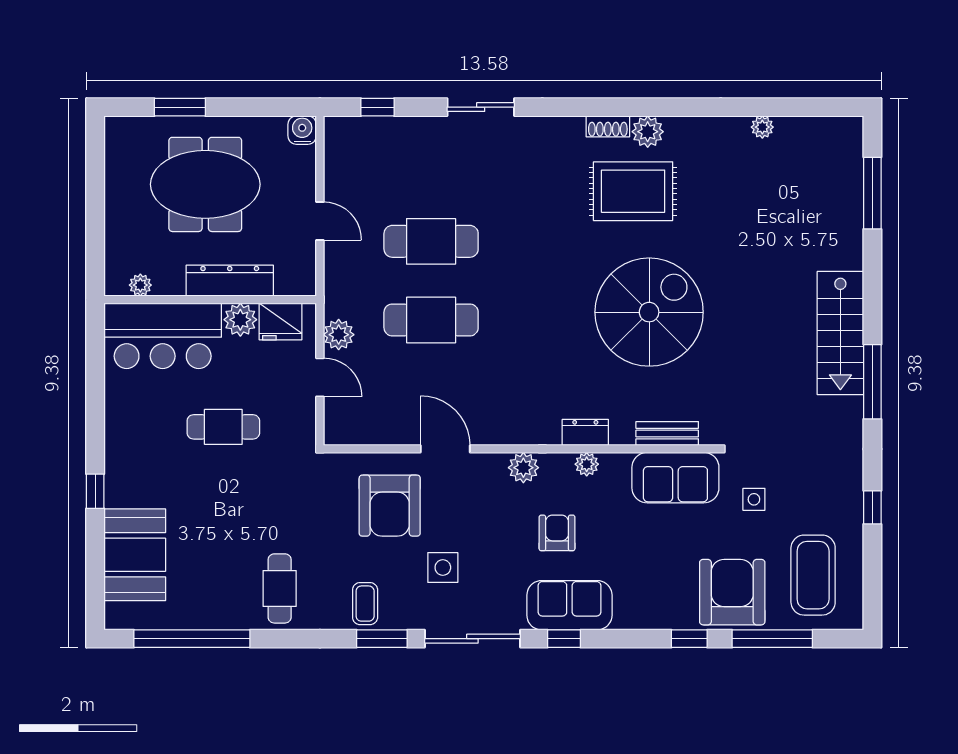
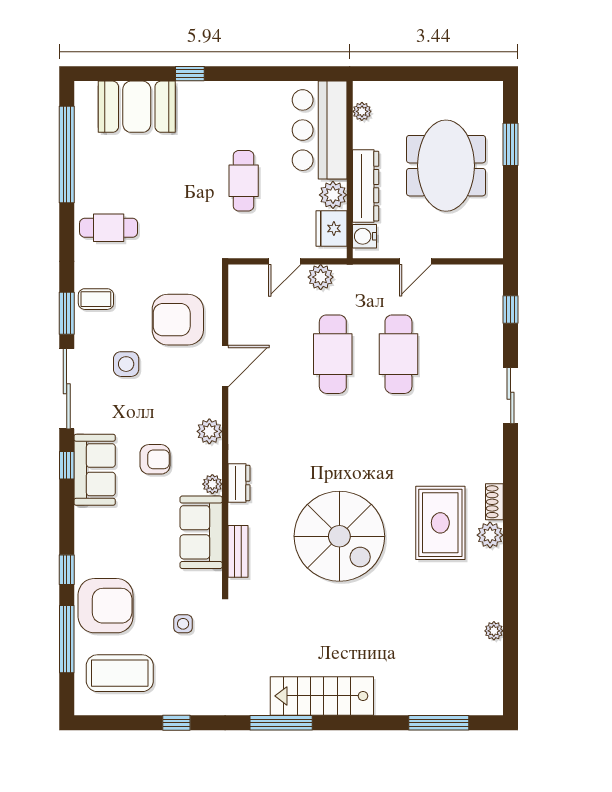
water cooler: (302, 130) -> (365, 236), moved, turned 180
sofa: (675, 478) -> (201, 532), moved

